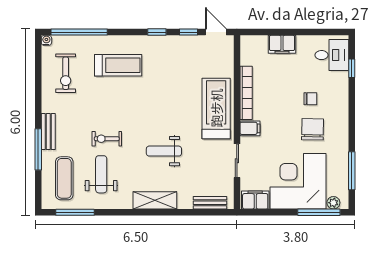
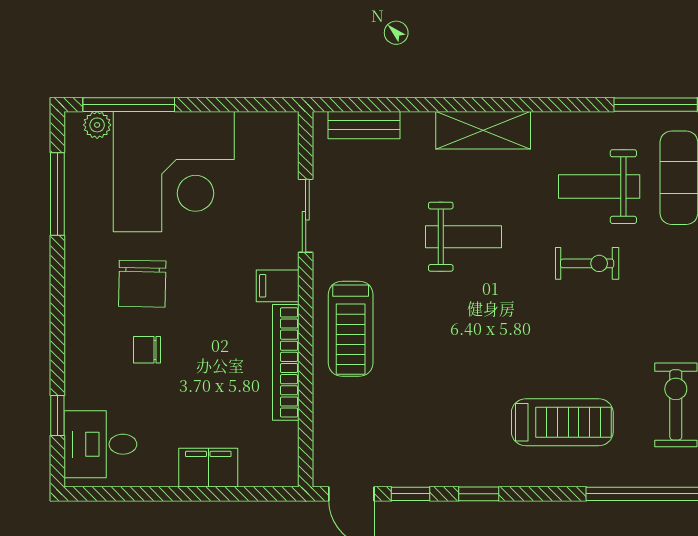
treadmill: (118, 65) -> (562, 422), turned 180
treadmill: (216, 108) -> (351, 329), width x0.73, depth x0.73
weight bench: (101, 174) -> (599, 187), turned 90
filing cabinet: (255, 200) -> (266, 131), removed

